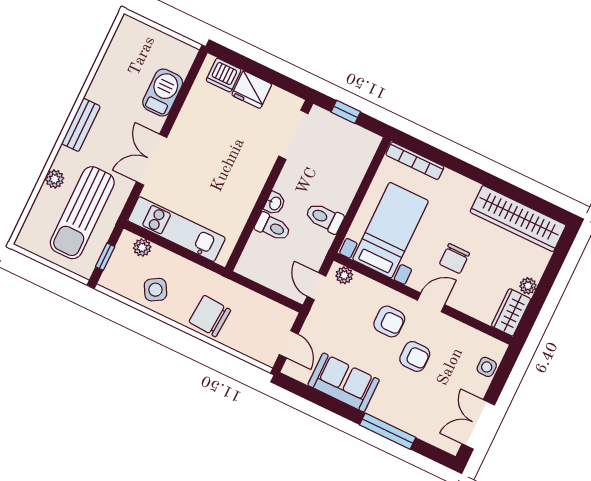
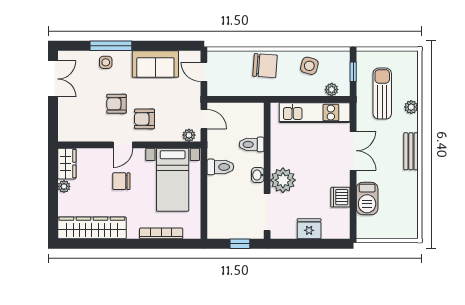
dishwasher: (224, 75) -> (340, 197), moved, turned -90
bookcase: (415, 161) -> (161, 233), moved
plant: (255, 165) -> (283, 180), added
washbasin: (275, 203) -> (258, 175), moved
sun lounger: (82, 213) -> (382, 94), width x0.73, depth x0.75
chair: (454, 259) -> (121, 181), turned -90
side table: (155, 290) -> (309, 66), turned 45
side table: (487, 367) -> (106, 62), moved

